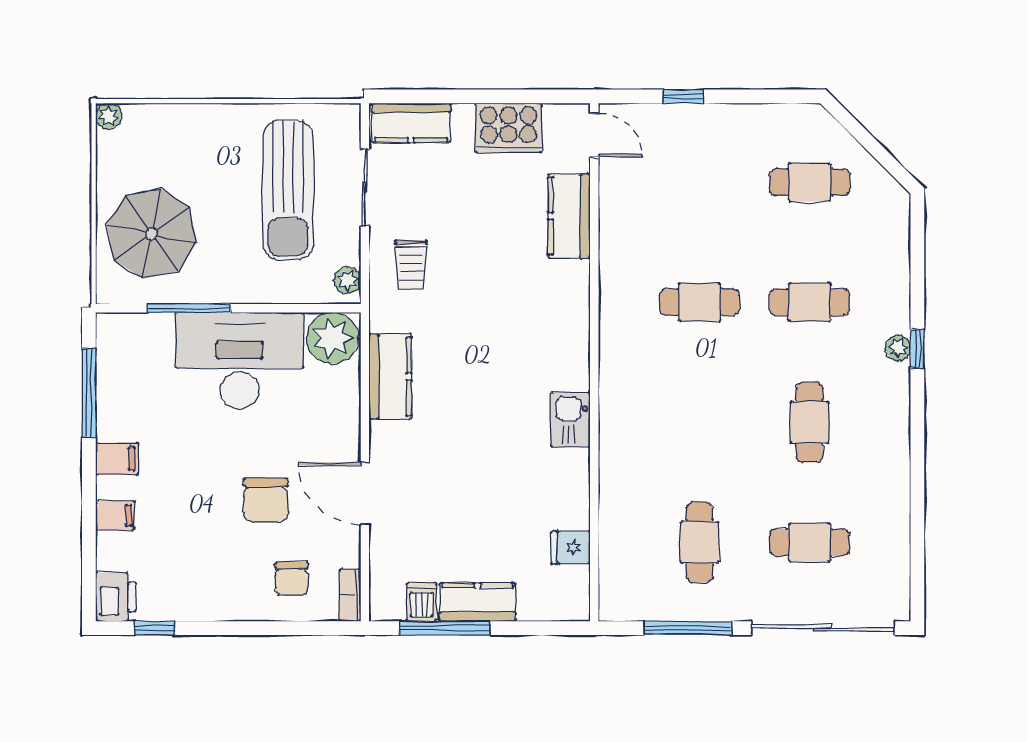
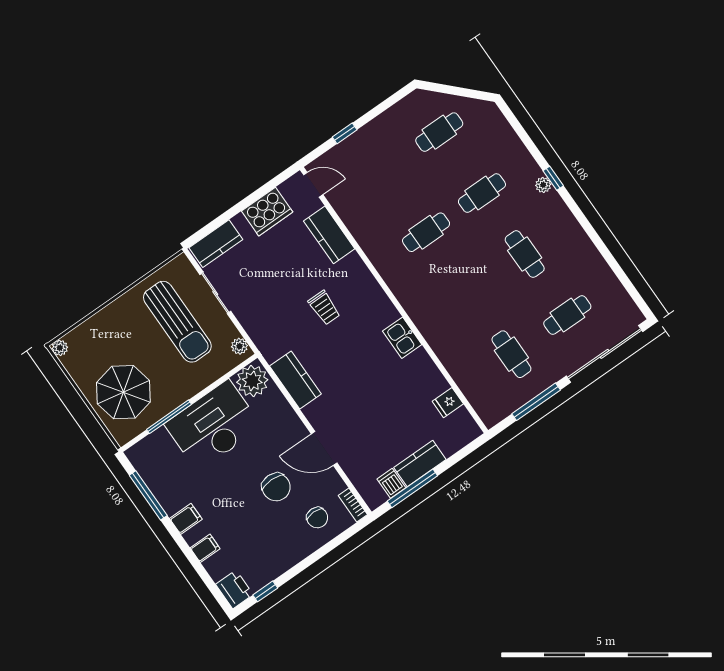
trolley: (411, 264) -> (324, 308), moved

